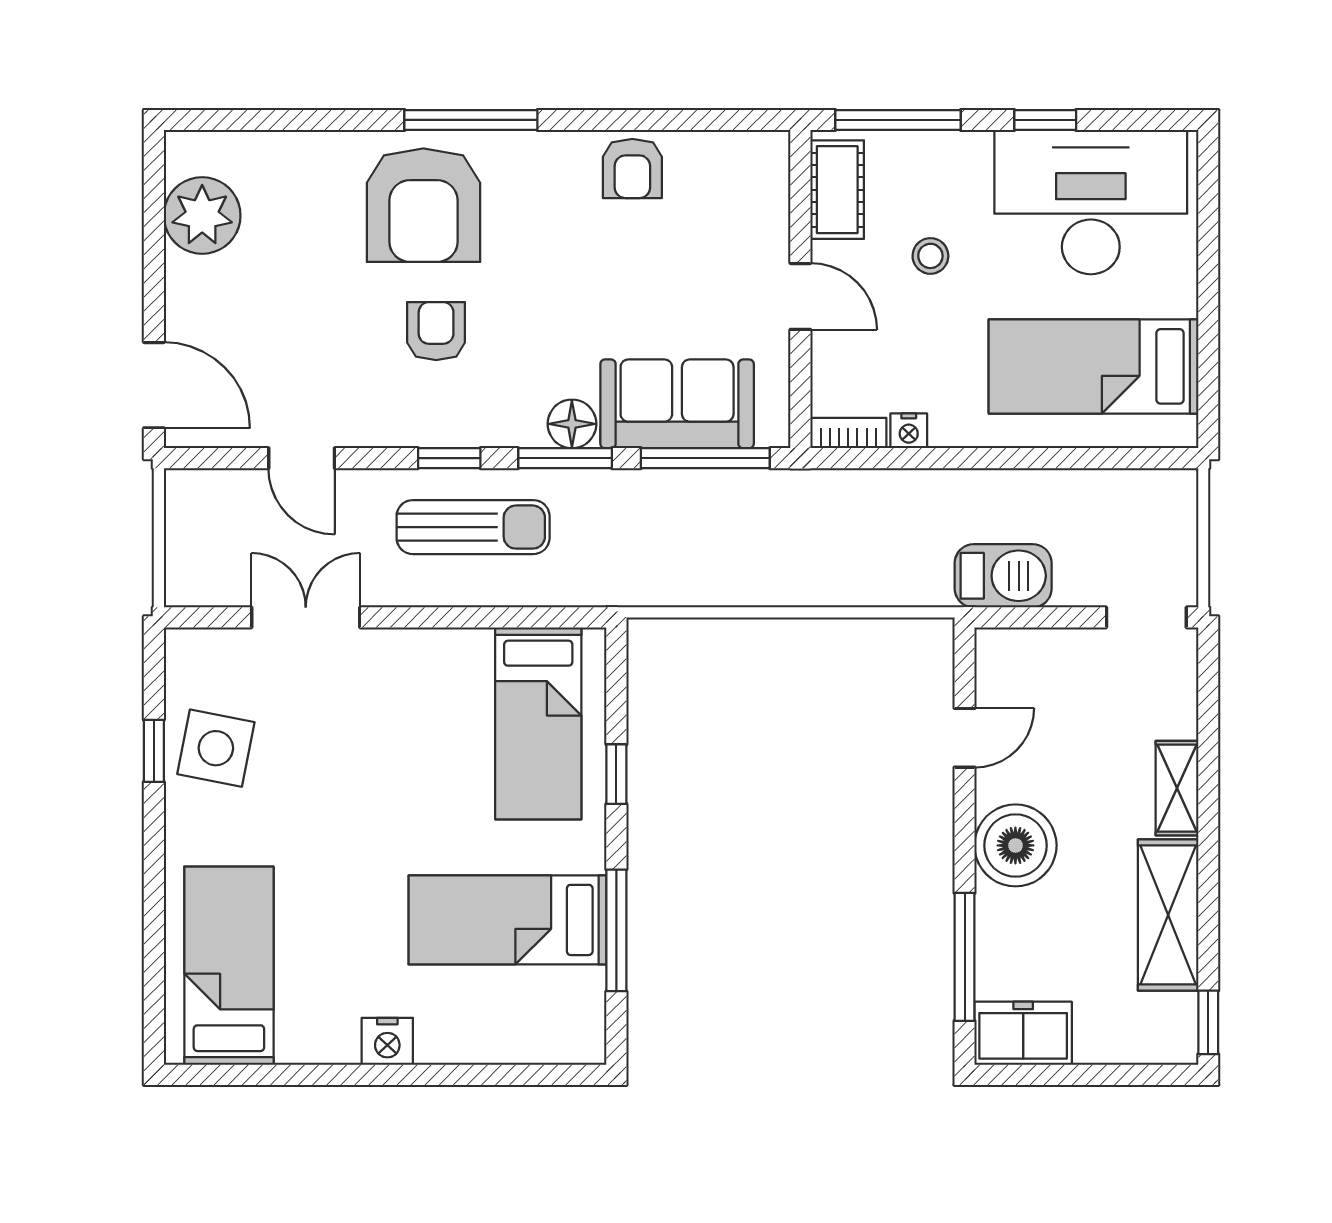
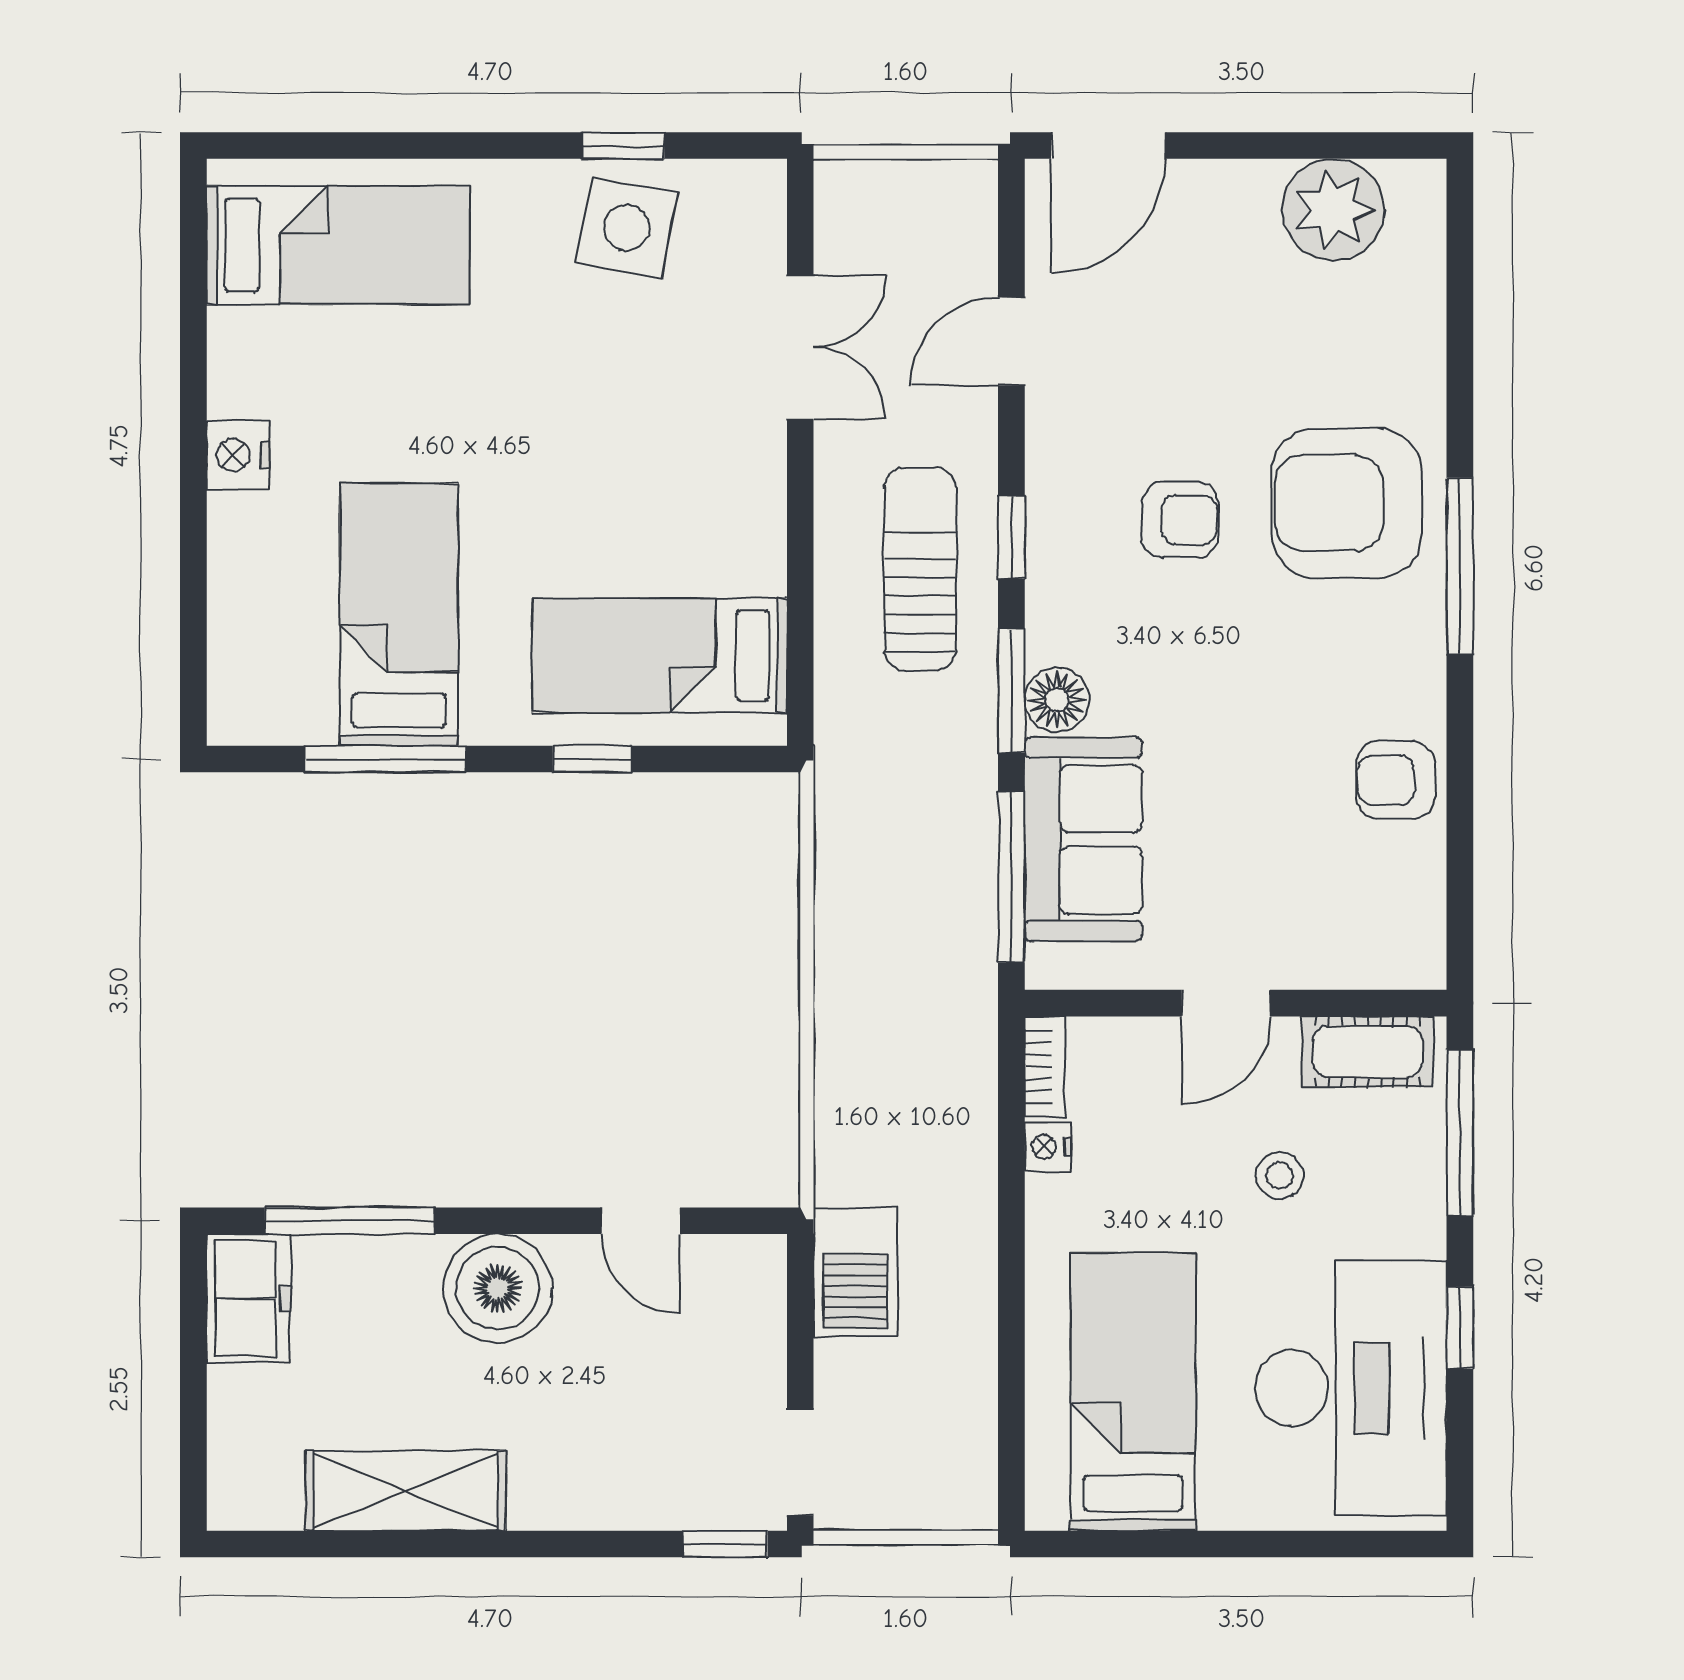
sun lounger: (473, 527) -> (920, 569), turned 180
shelving: (1177, 788) -> (574, 1503), removed
window: (1208, 1022) -> (725, 1544), moved

